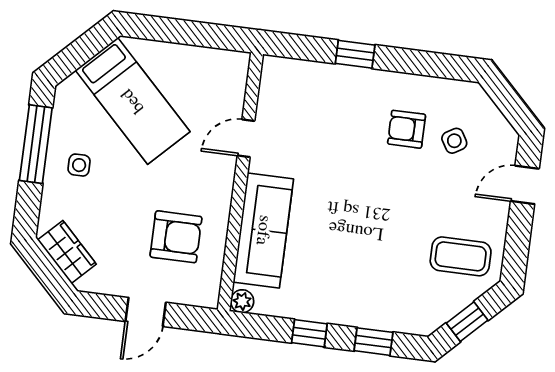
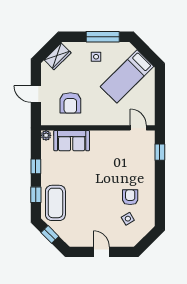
window: (355, 54) -> (160, 152), moved
door: (246, 138) -> (138, 128), moved
door: (525, 185) -> (101, 252), moved
sofa: (263, 230) -> (72, 141), width x0.73
coffee table: (461, 256) -> (55, 203), moved, width x1.36, depth x1.32

